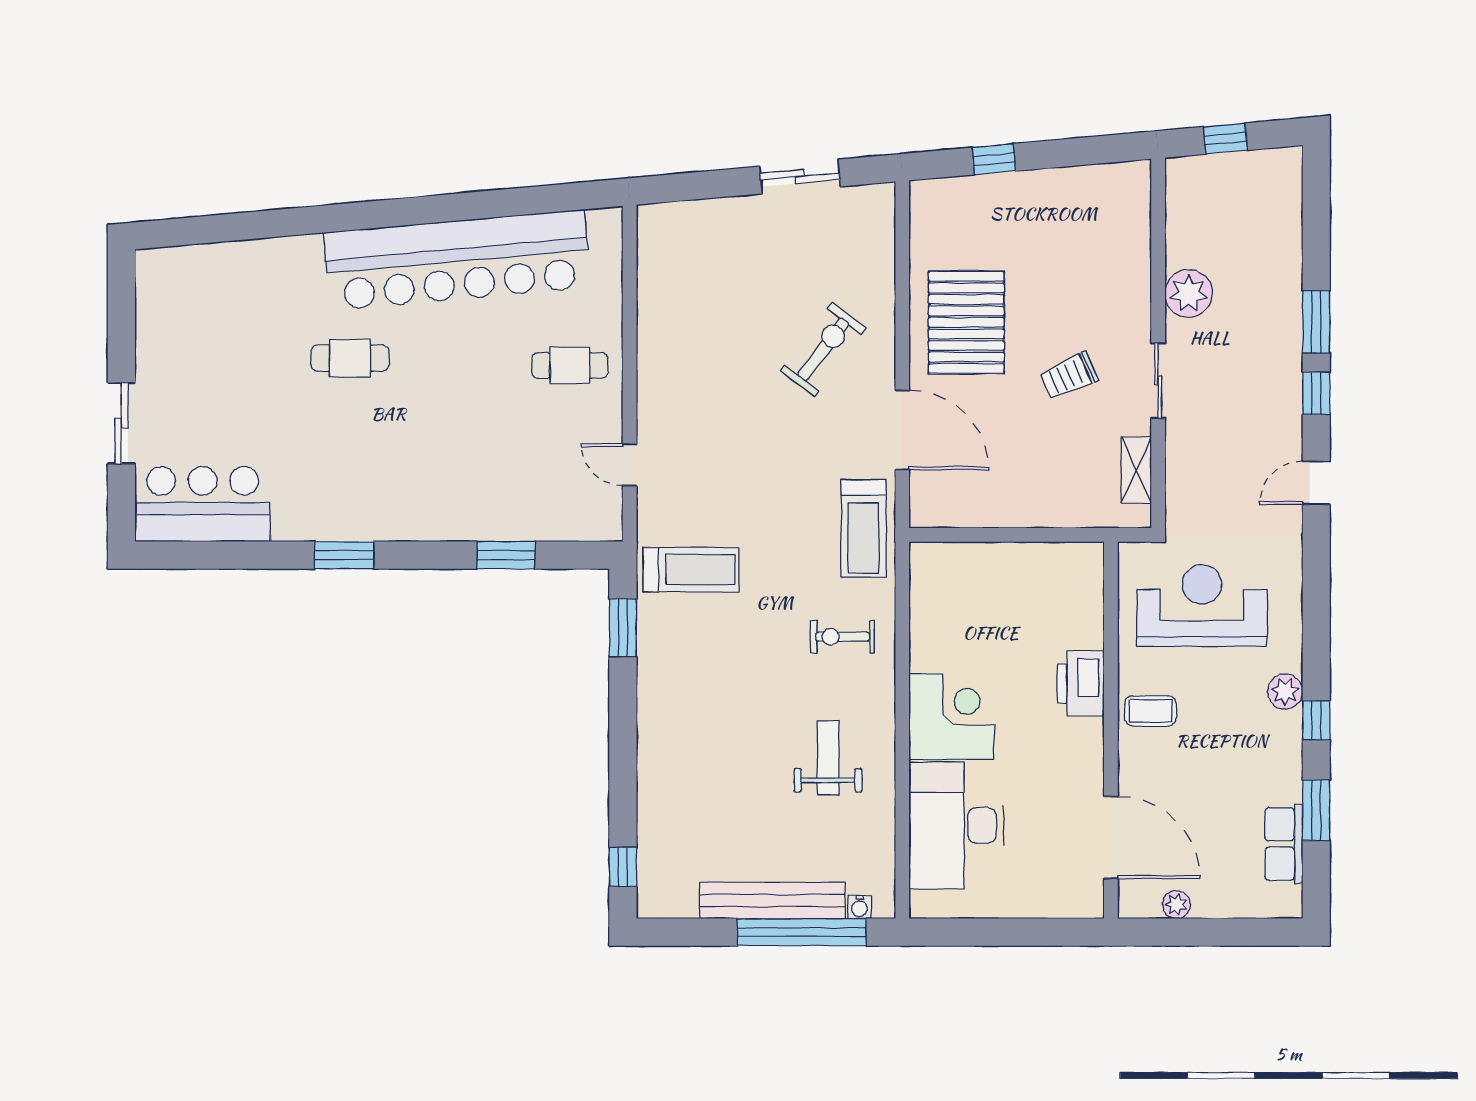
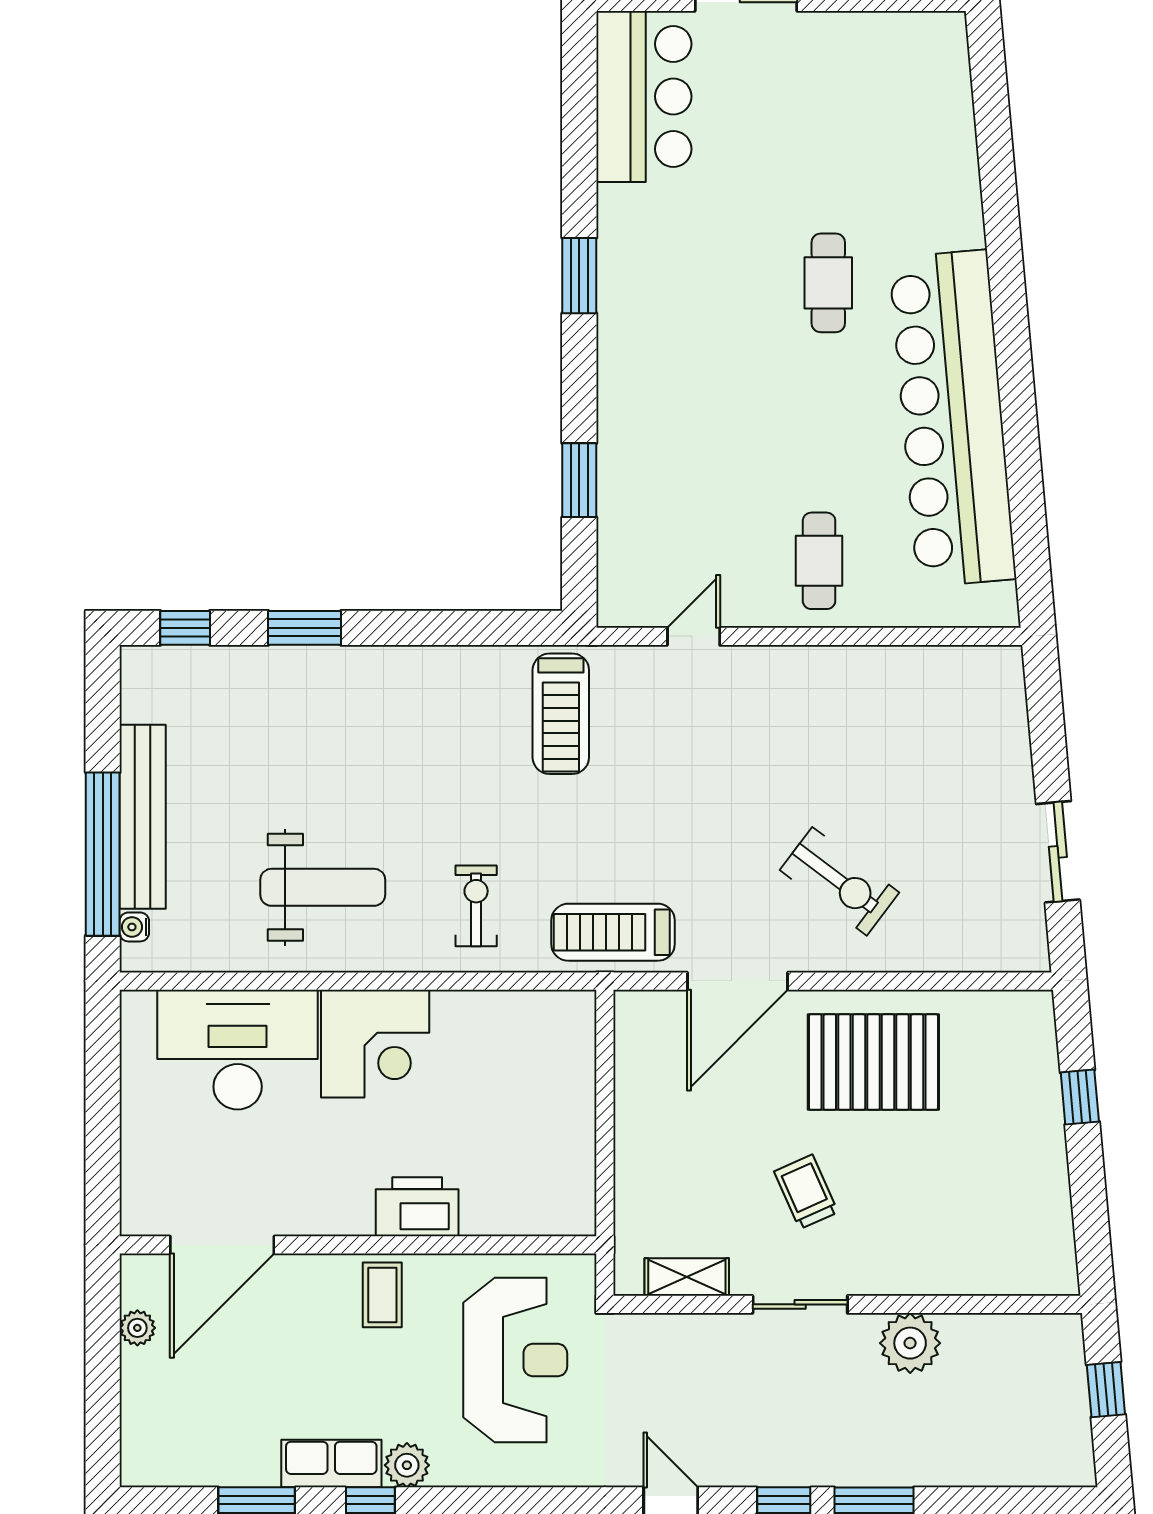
window: (623, 628) -> (305, 628), moved
weight bench: (828, 758) -> (323, 887), width x1.36, depth x1.33
row of seats: (1284, 844) -> (331, 1464), moved

